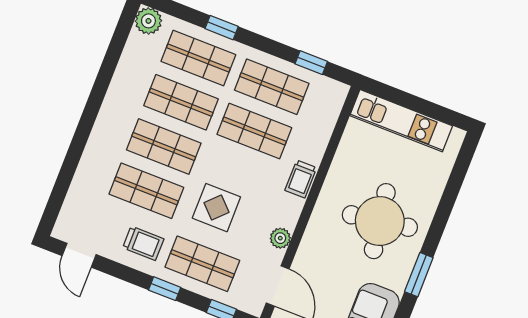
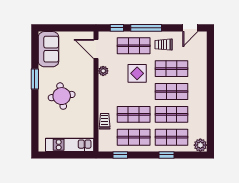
trolley: (301, 179) -> (105, 121), moved
round table: (380, 221) -> (62, 96), width x0.73, depth x0.73
door: (79, 255) -> (190, 28), swing flipped
window: (165, 289) -> (146, 28), width x2.17

